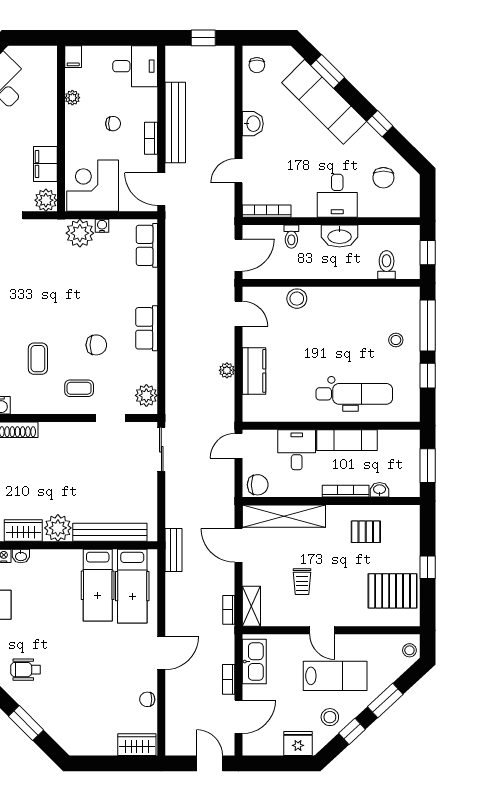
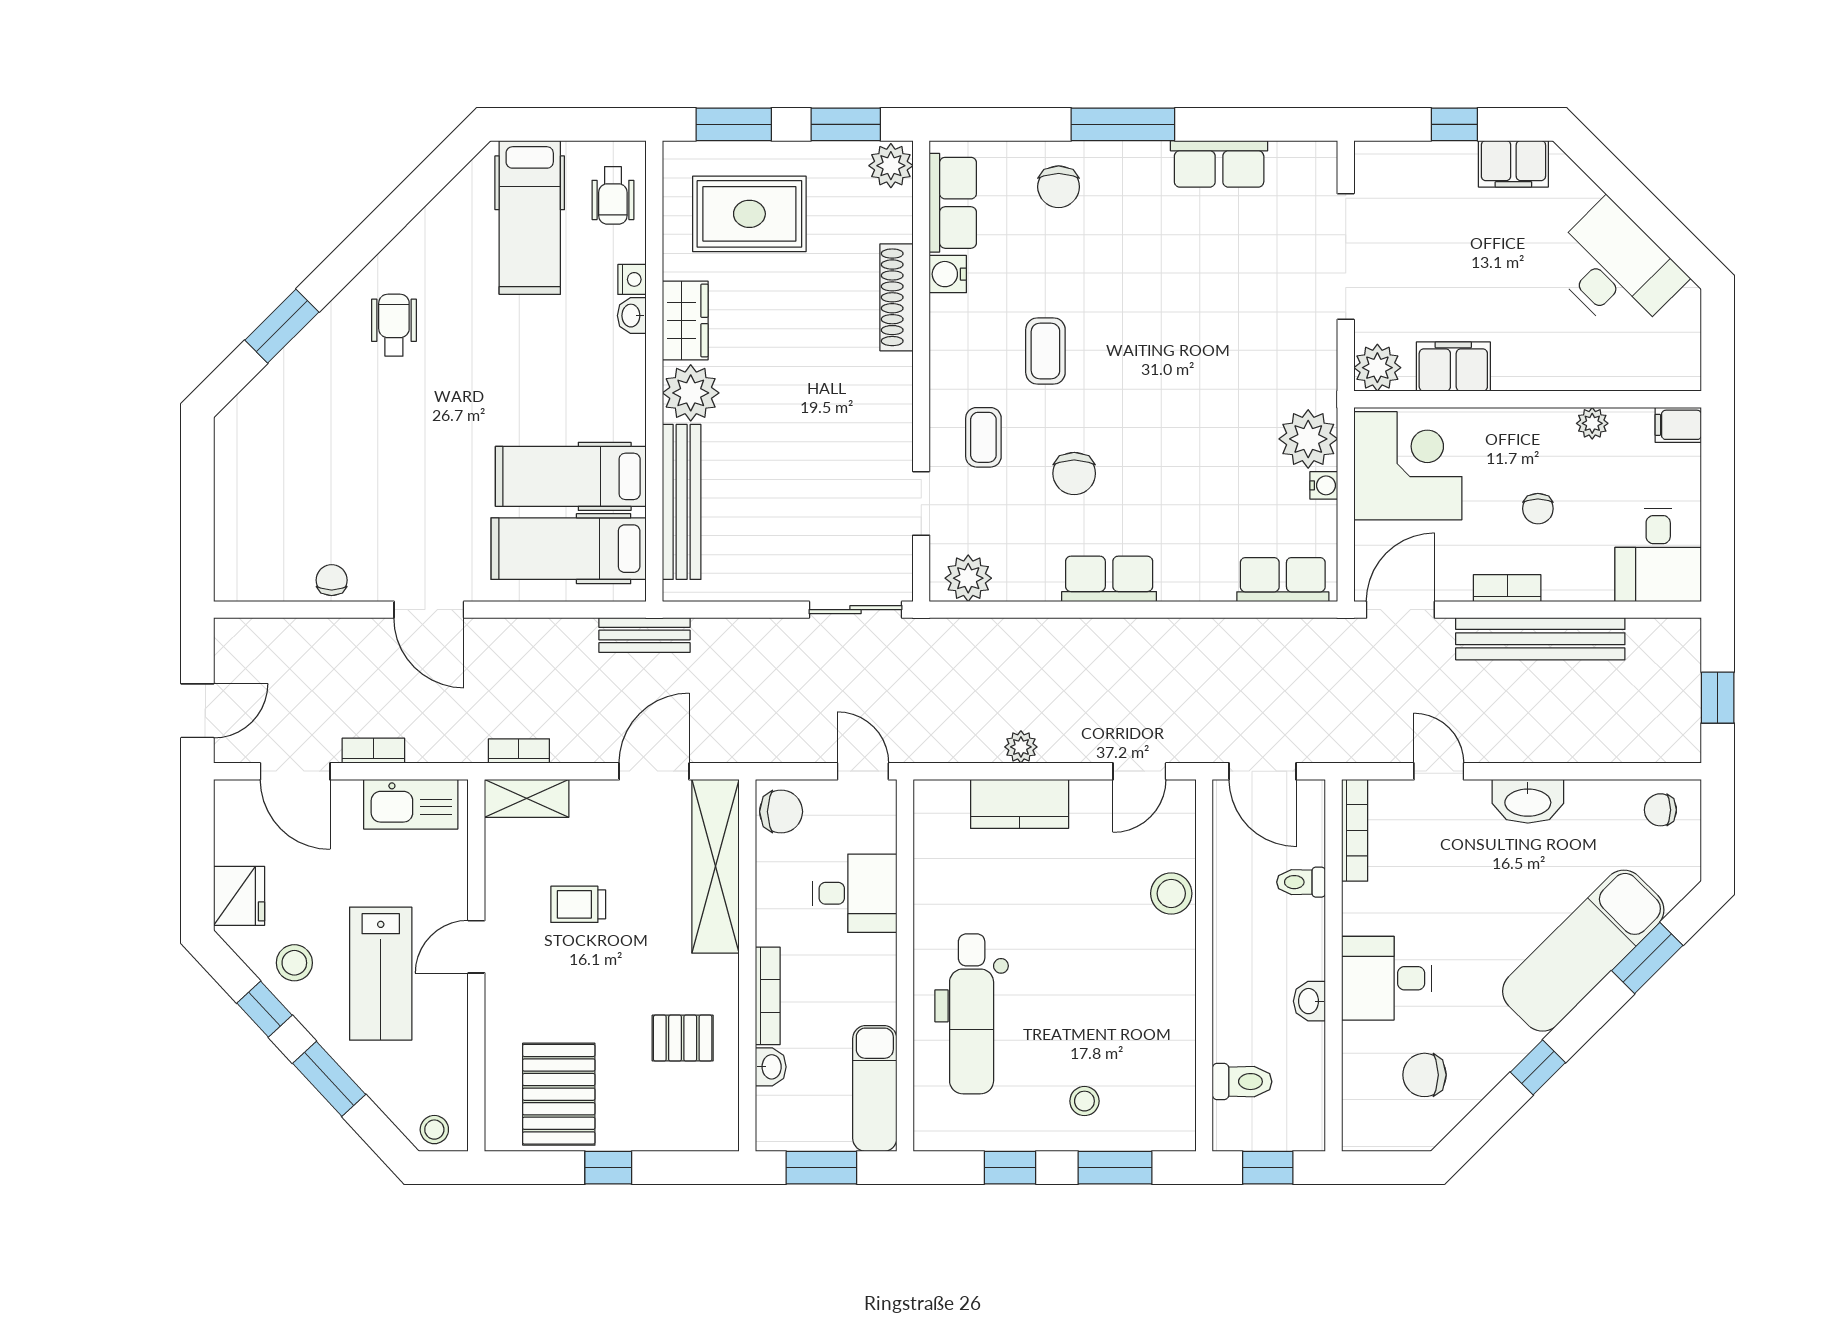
washbasin: (253, 124) -> (1528, 801), width x1.38
washbasin: (340, 236) -> (1309, 1001), width x0.52, depth x0.69
window: (428, 325) -> (1115, 1168), width x0.69
coffee table: (38, 359) -> (1045, 351), turned 90
exam couch: (347, 440) -> (875, 1088), moved
chair: (258, 485) -> (781, 812), turned -90
pallet: (366, 532) -> (683, 1038), turned 90
wardrobe: (137, 745) -> (237, 558), removed

